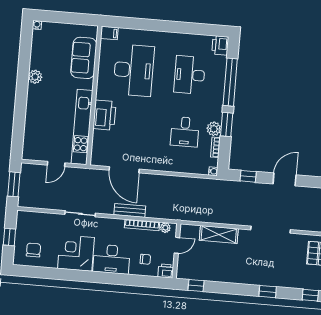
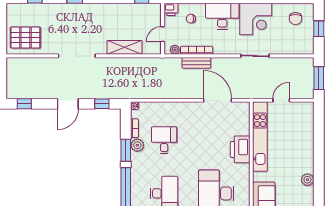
bench: (130, 210) -> (196, 63), moved

